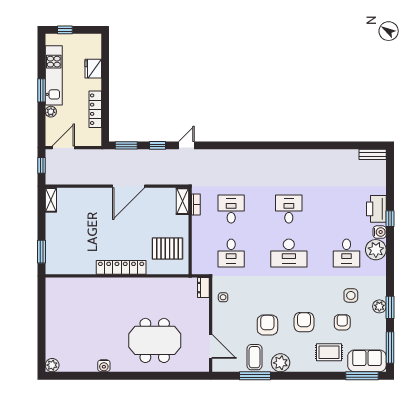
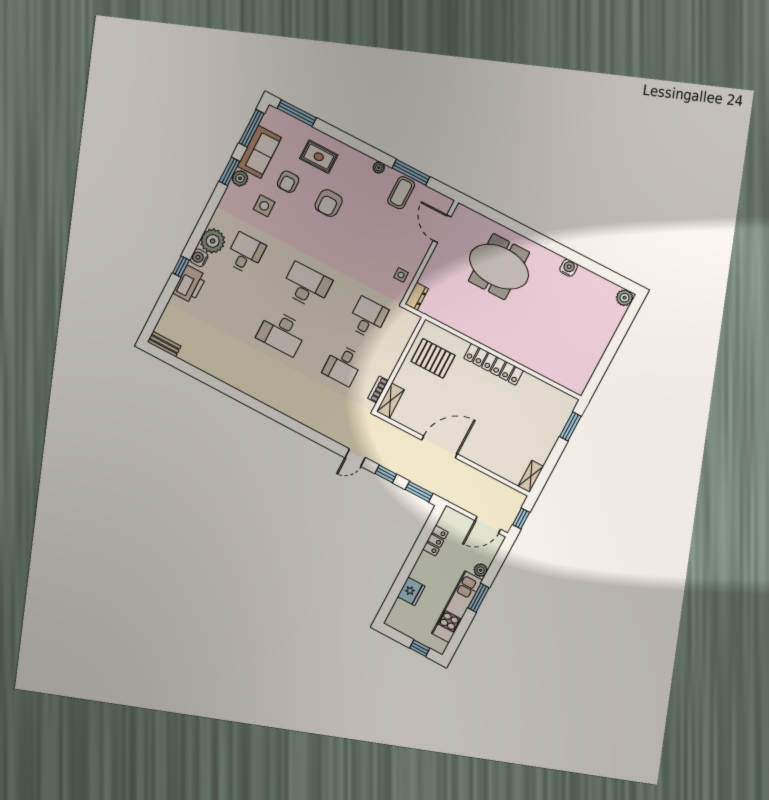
locker: (95, 109) -> (435, 541), width x0.66
desk: (289, 209) -> (282, 333), width x1.37
armchair: (267, 325) -> (369, 220), removed
sofa: (367, 361) -> (259, 152), moved, turned -90
plant: (281, 363) -> (379, 168), width x0.53, depth x0.53

